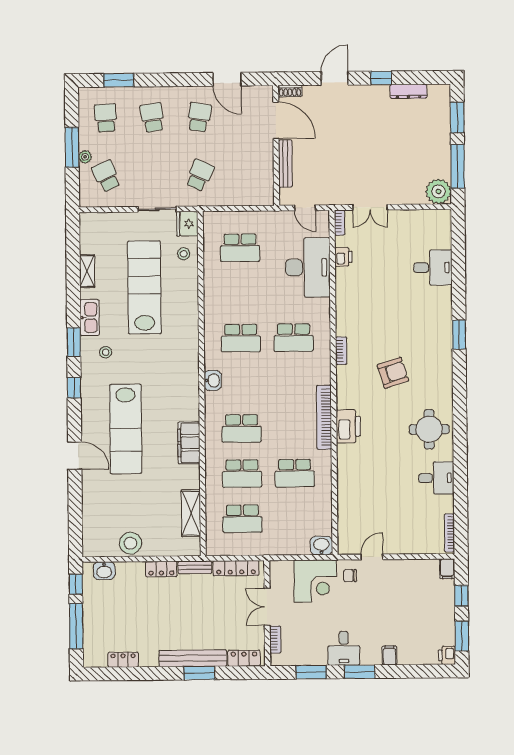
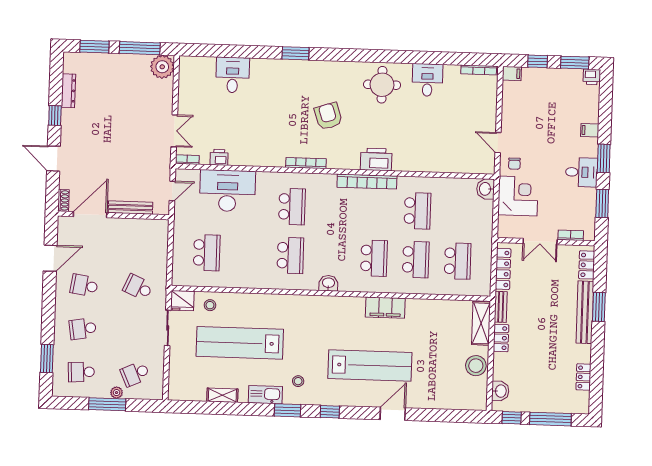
bookcase: (341, 351) -> (306, 163), width x1.56
shelving: (191, 513) -> (481, 323), moved, turned 90

